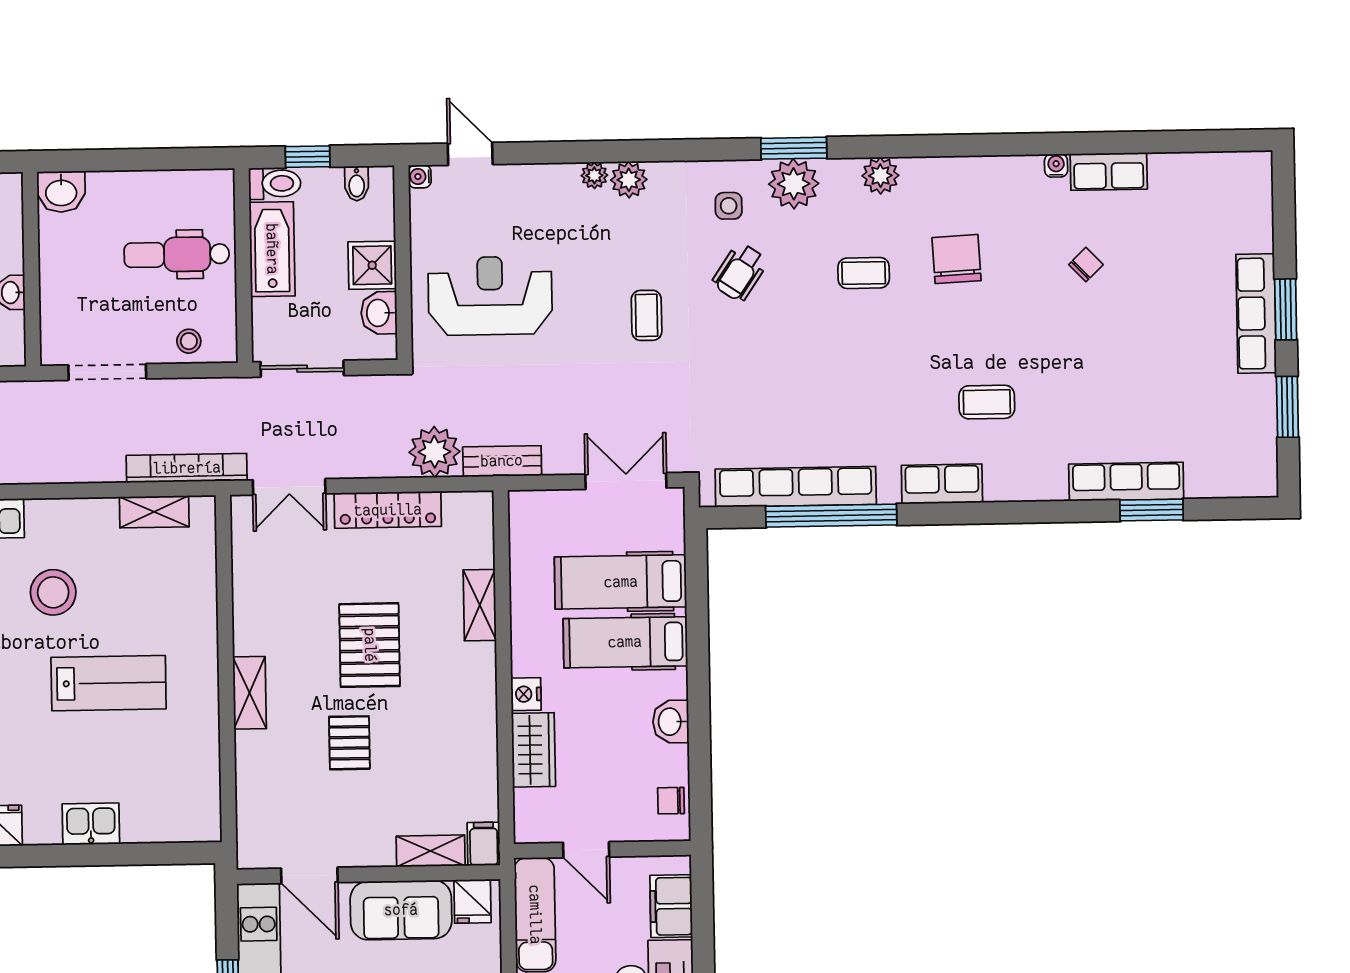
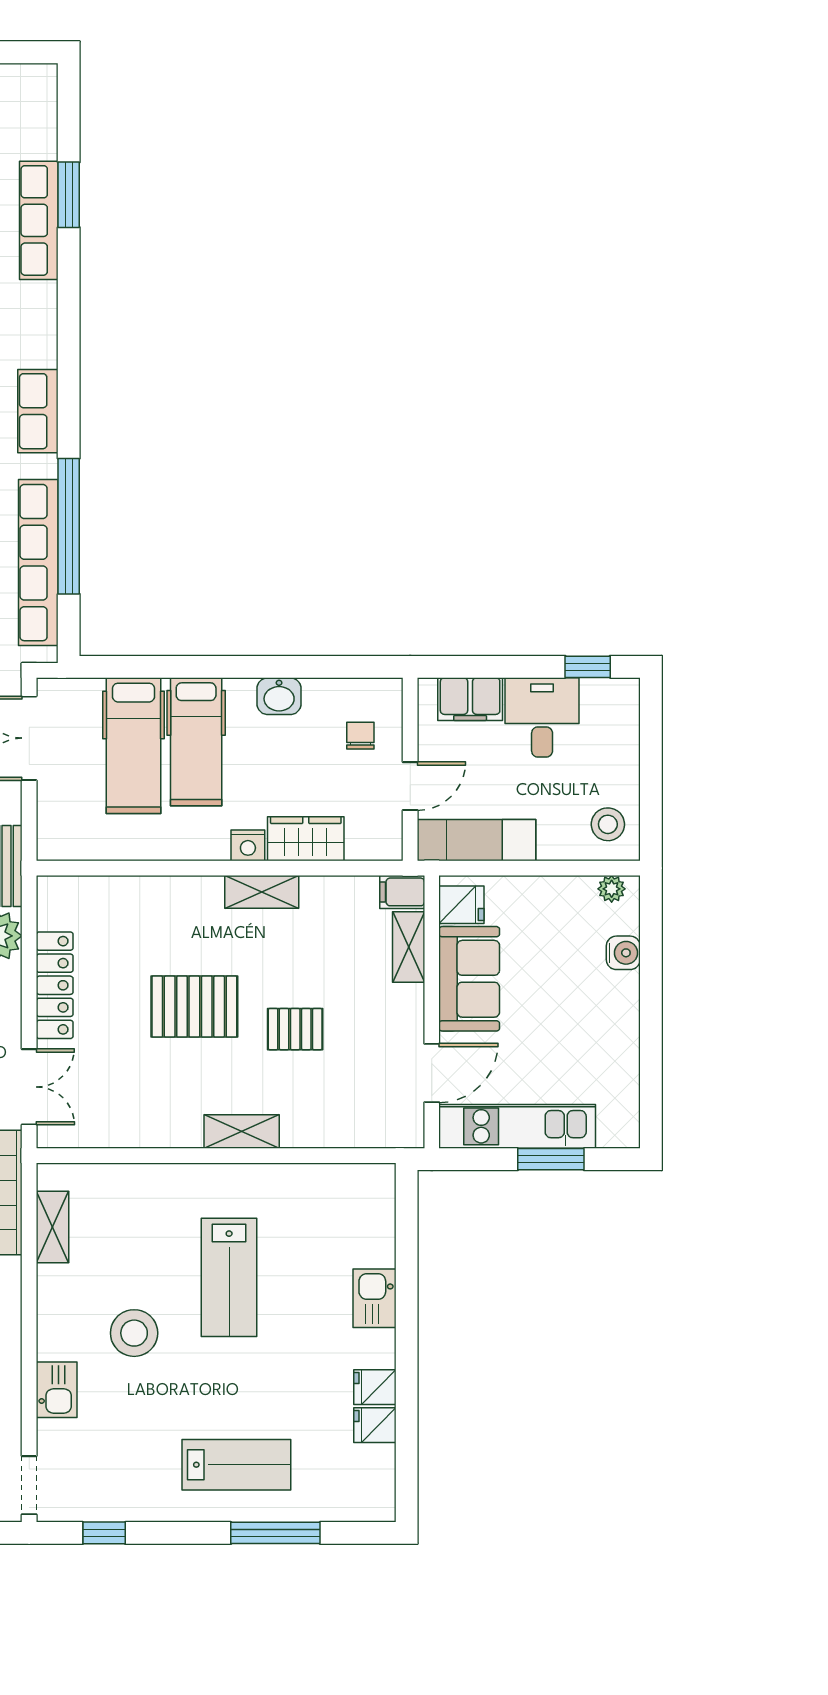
shelving: (480, 605) -> (262, 892), moved
lab bench: (109, 683) -> (229, 1277), turned 180
chair: (671, 801) -> (360, 736), moved, turned 180

